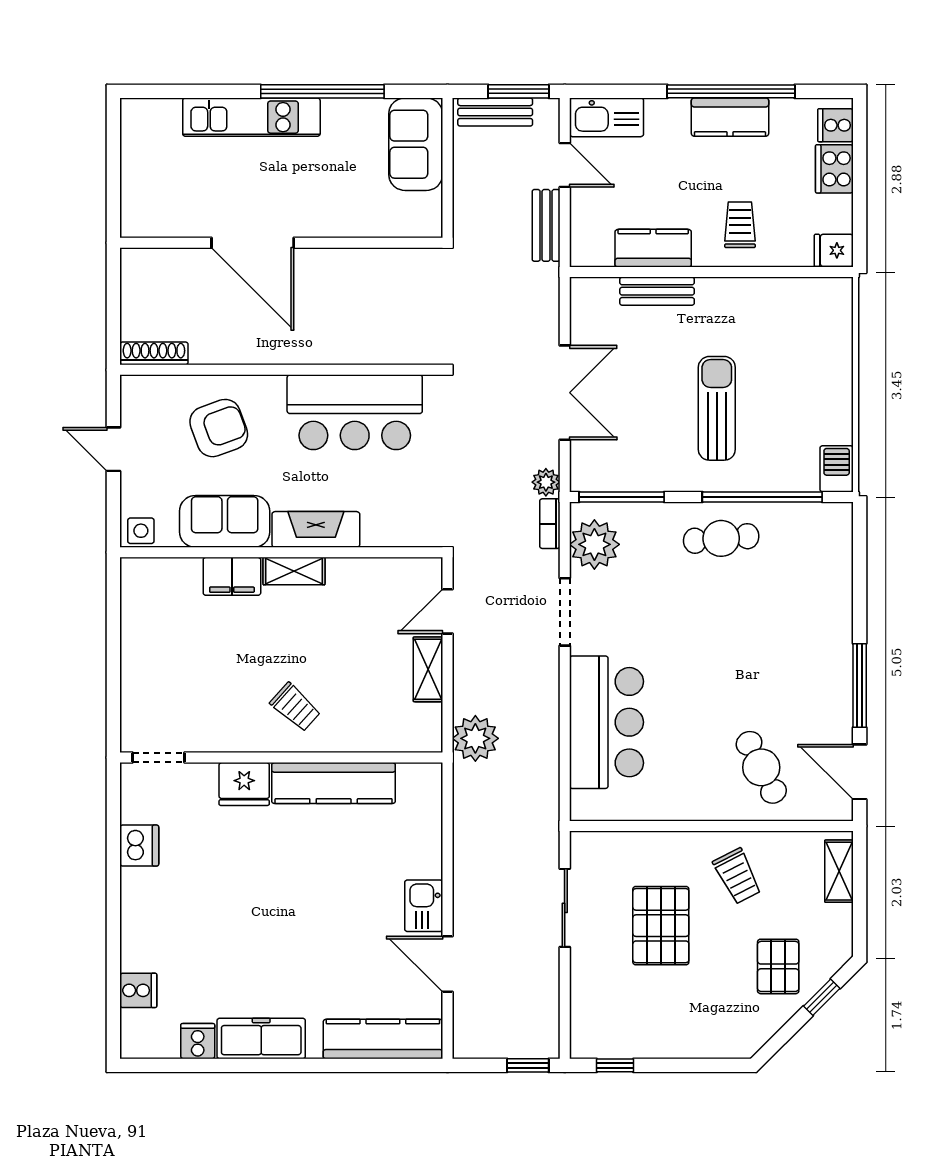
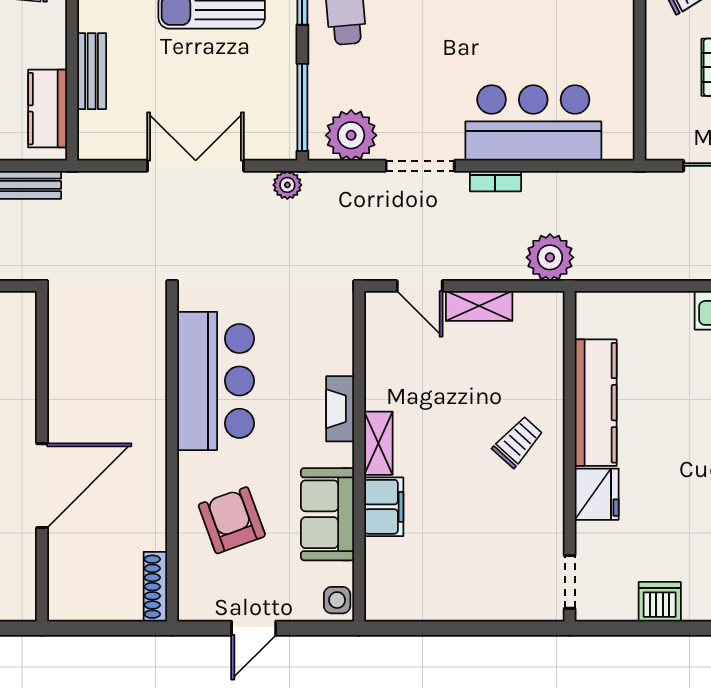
kitchen counter: (653, 248) -> (48, 109), moved
bookcase: (550, 524) -> (495, 181), moved
fireplace: (316, 529) -> (340, 409), width x0.73, depth x0.76

